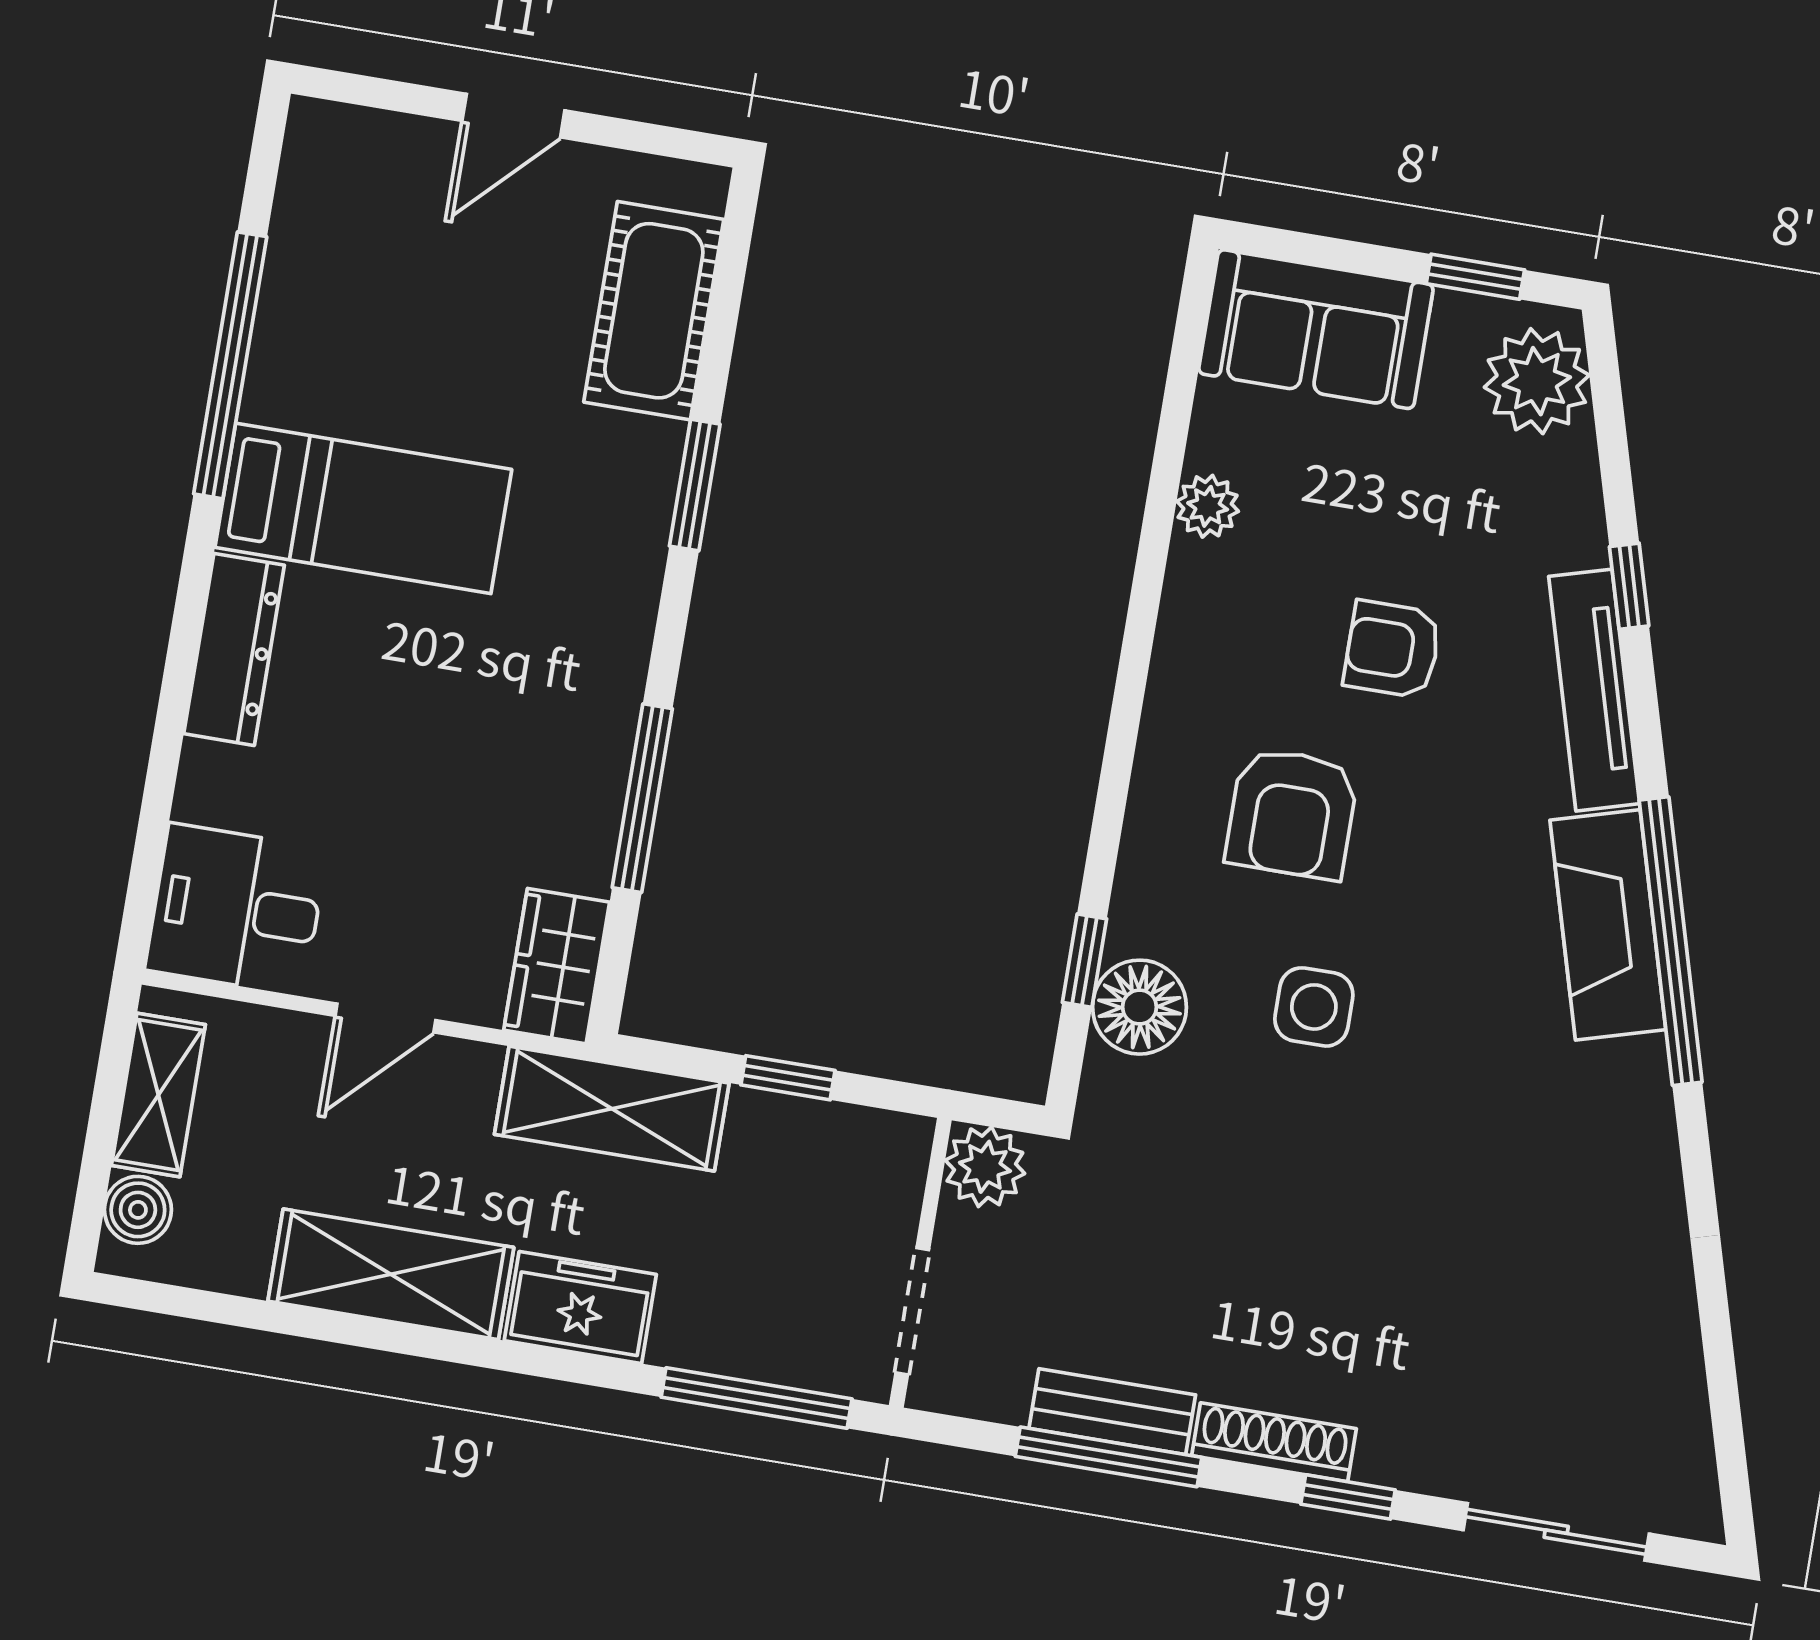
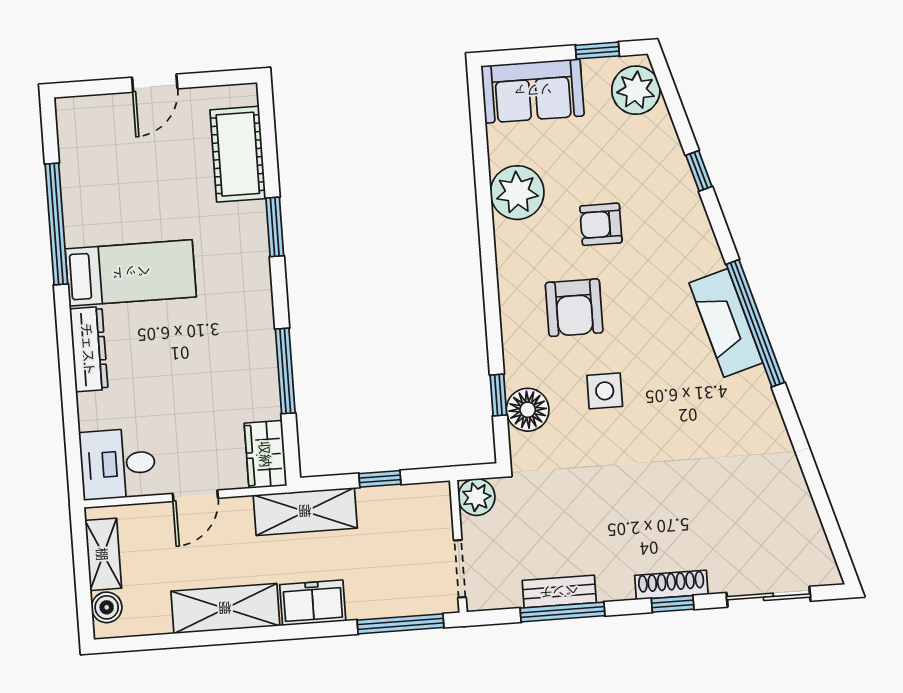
plant: (1208, 506) -> (517, 193), width x1.87, depth x1.87
tv unit: (1594, 690) -> (694, 221), removed
shoe rack: (1274, 1442) -> (671, 585), moved

